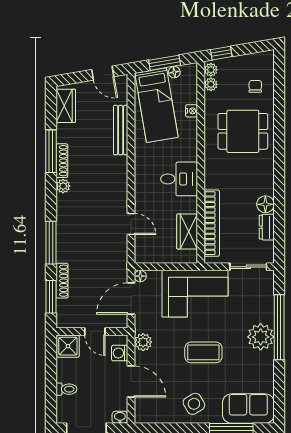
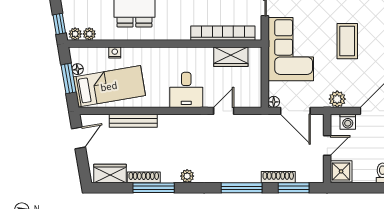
shoe rack: (62, 161) -> (144, 177), moved
desk: (179, 179) -> (186, 90), moved, turned 180

